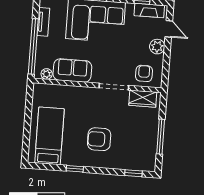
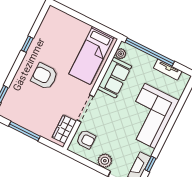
bed: (49, 136) -> (91, 55), moved, turned 90
armchair: (99, 139) -> (44, 76), turned -90

